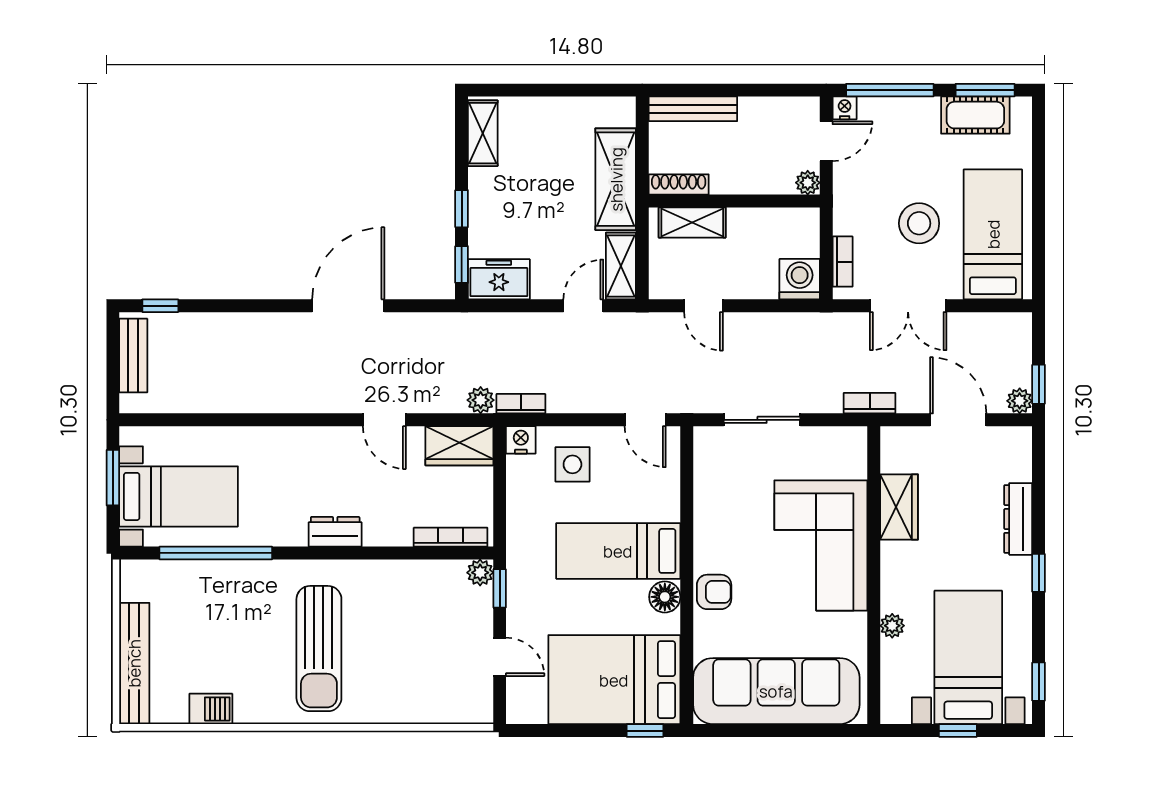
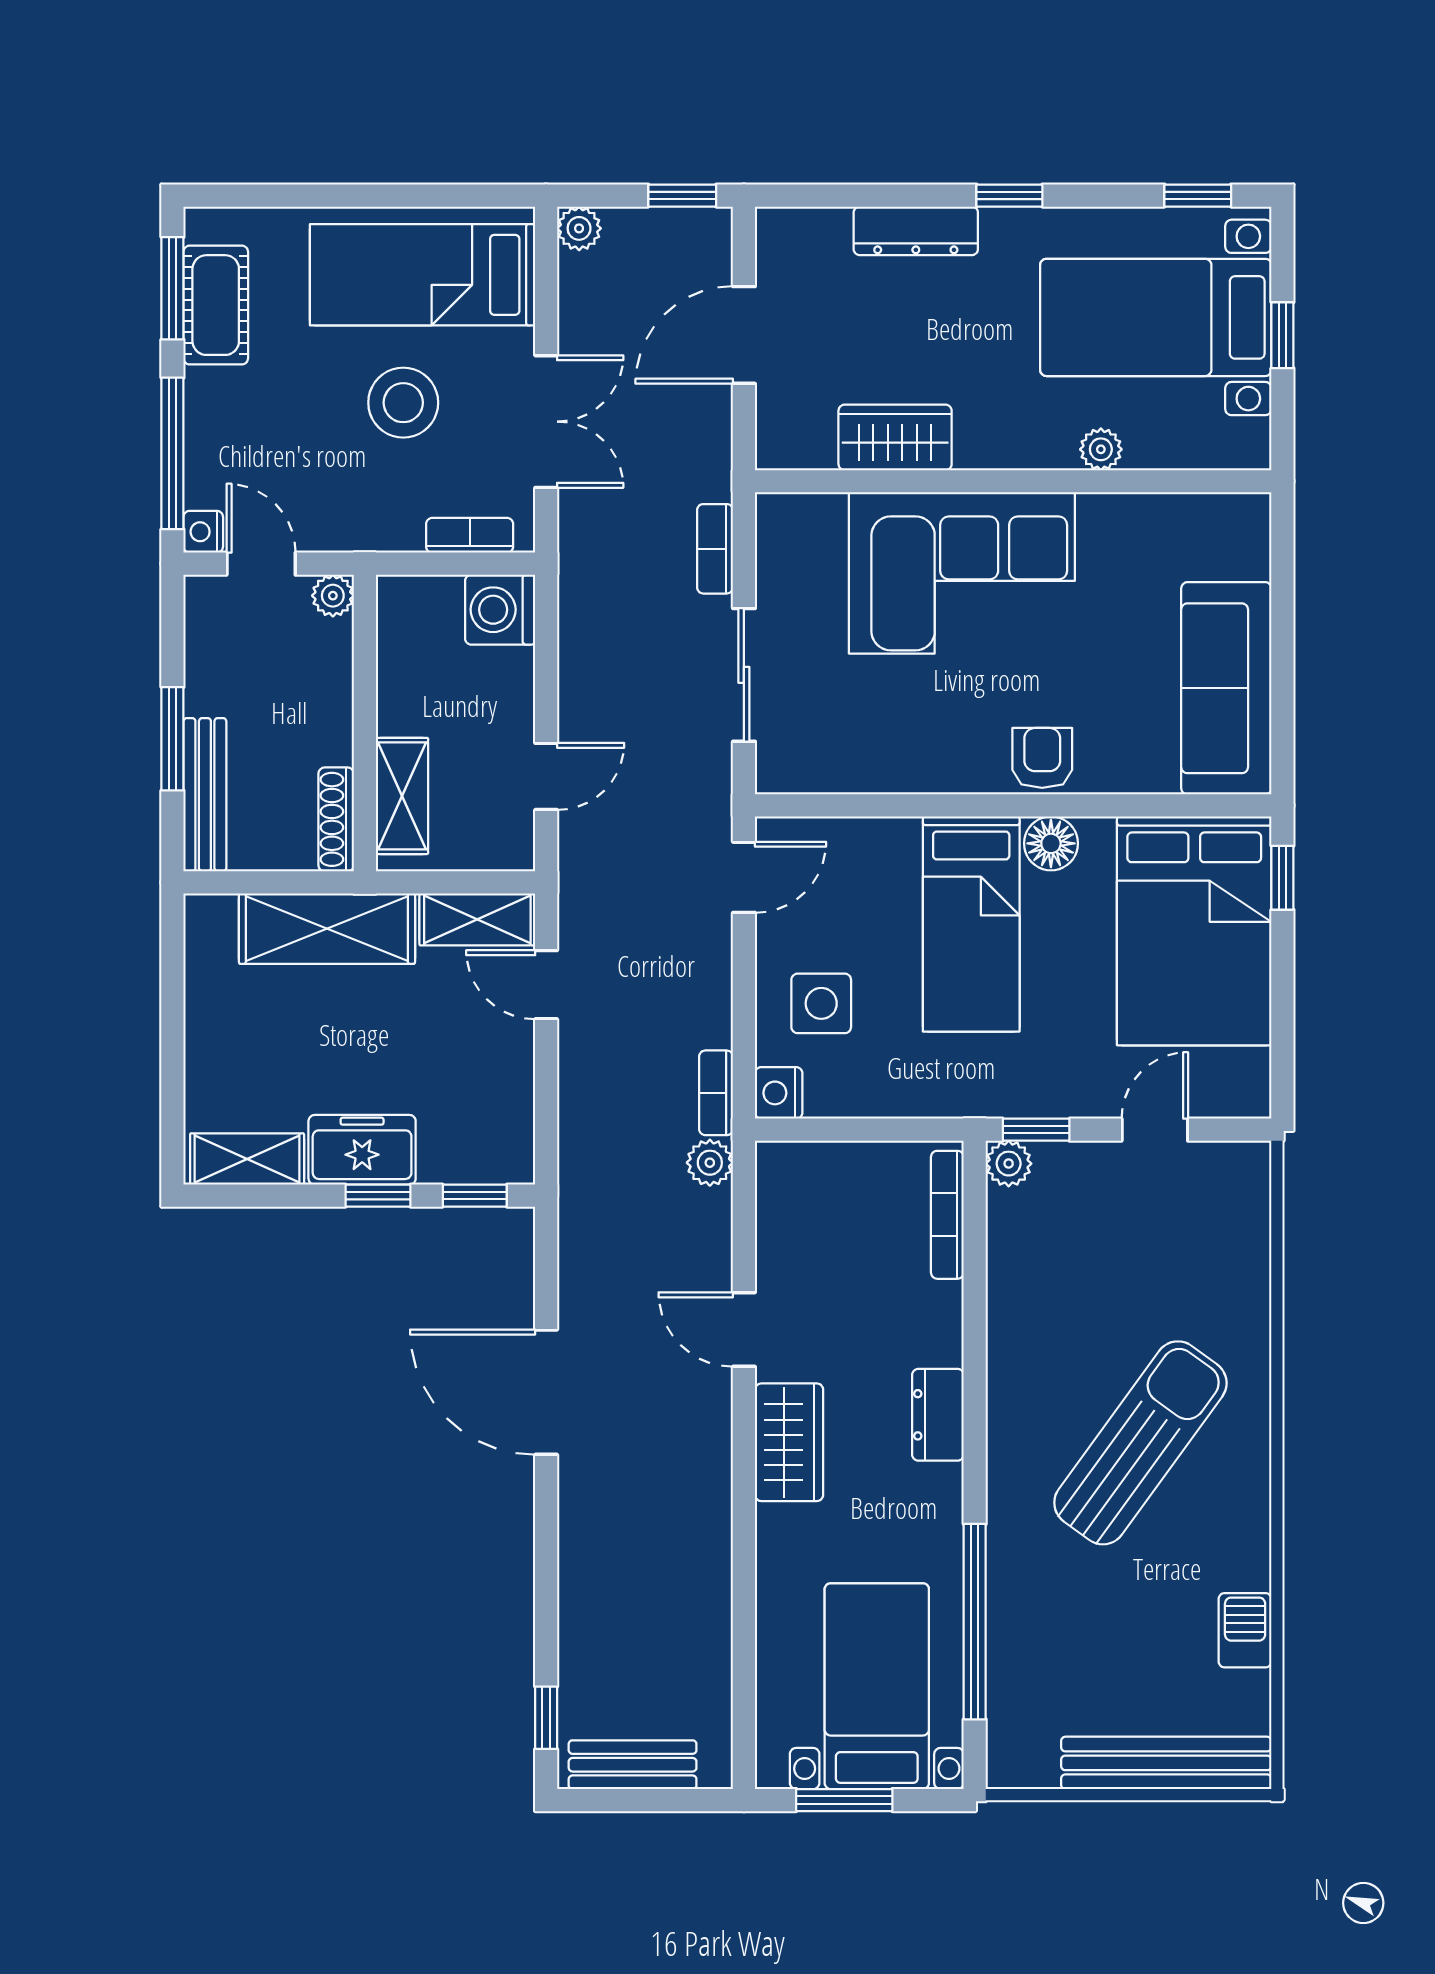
window: (725, 90) -> (172, 739), added
freezer: (499, 279) -> (362, 1150), moved, turned 90
plant: (1020, 401) -> (579, 228), moved
bookcase: (870, 403) -> (715, 549), moved
door: (384, 420) -> (744, 1329), swing flipped
wardrobe: (459, 446) -> (789, 1442), moved
sun lounger: (319, 649) -> (1140, 1443), turned -54
sofa: (776, 691) -> (1226, 688), width x0.74, depth x0.79

